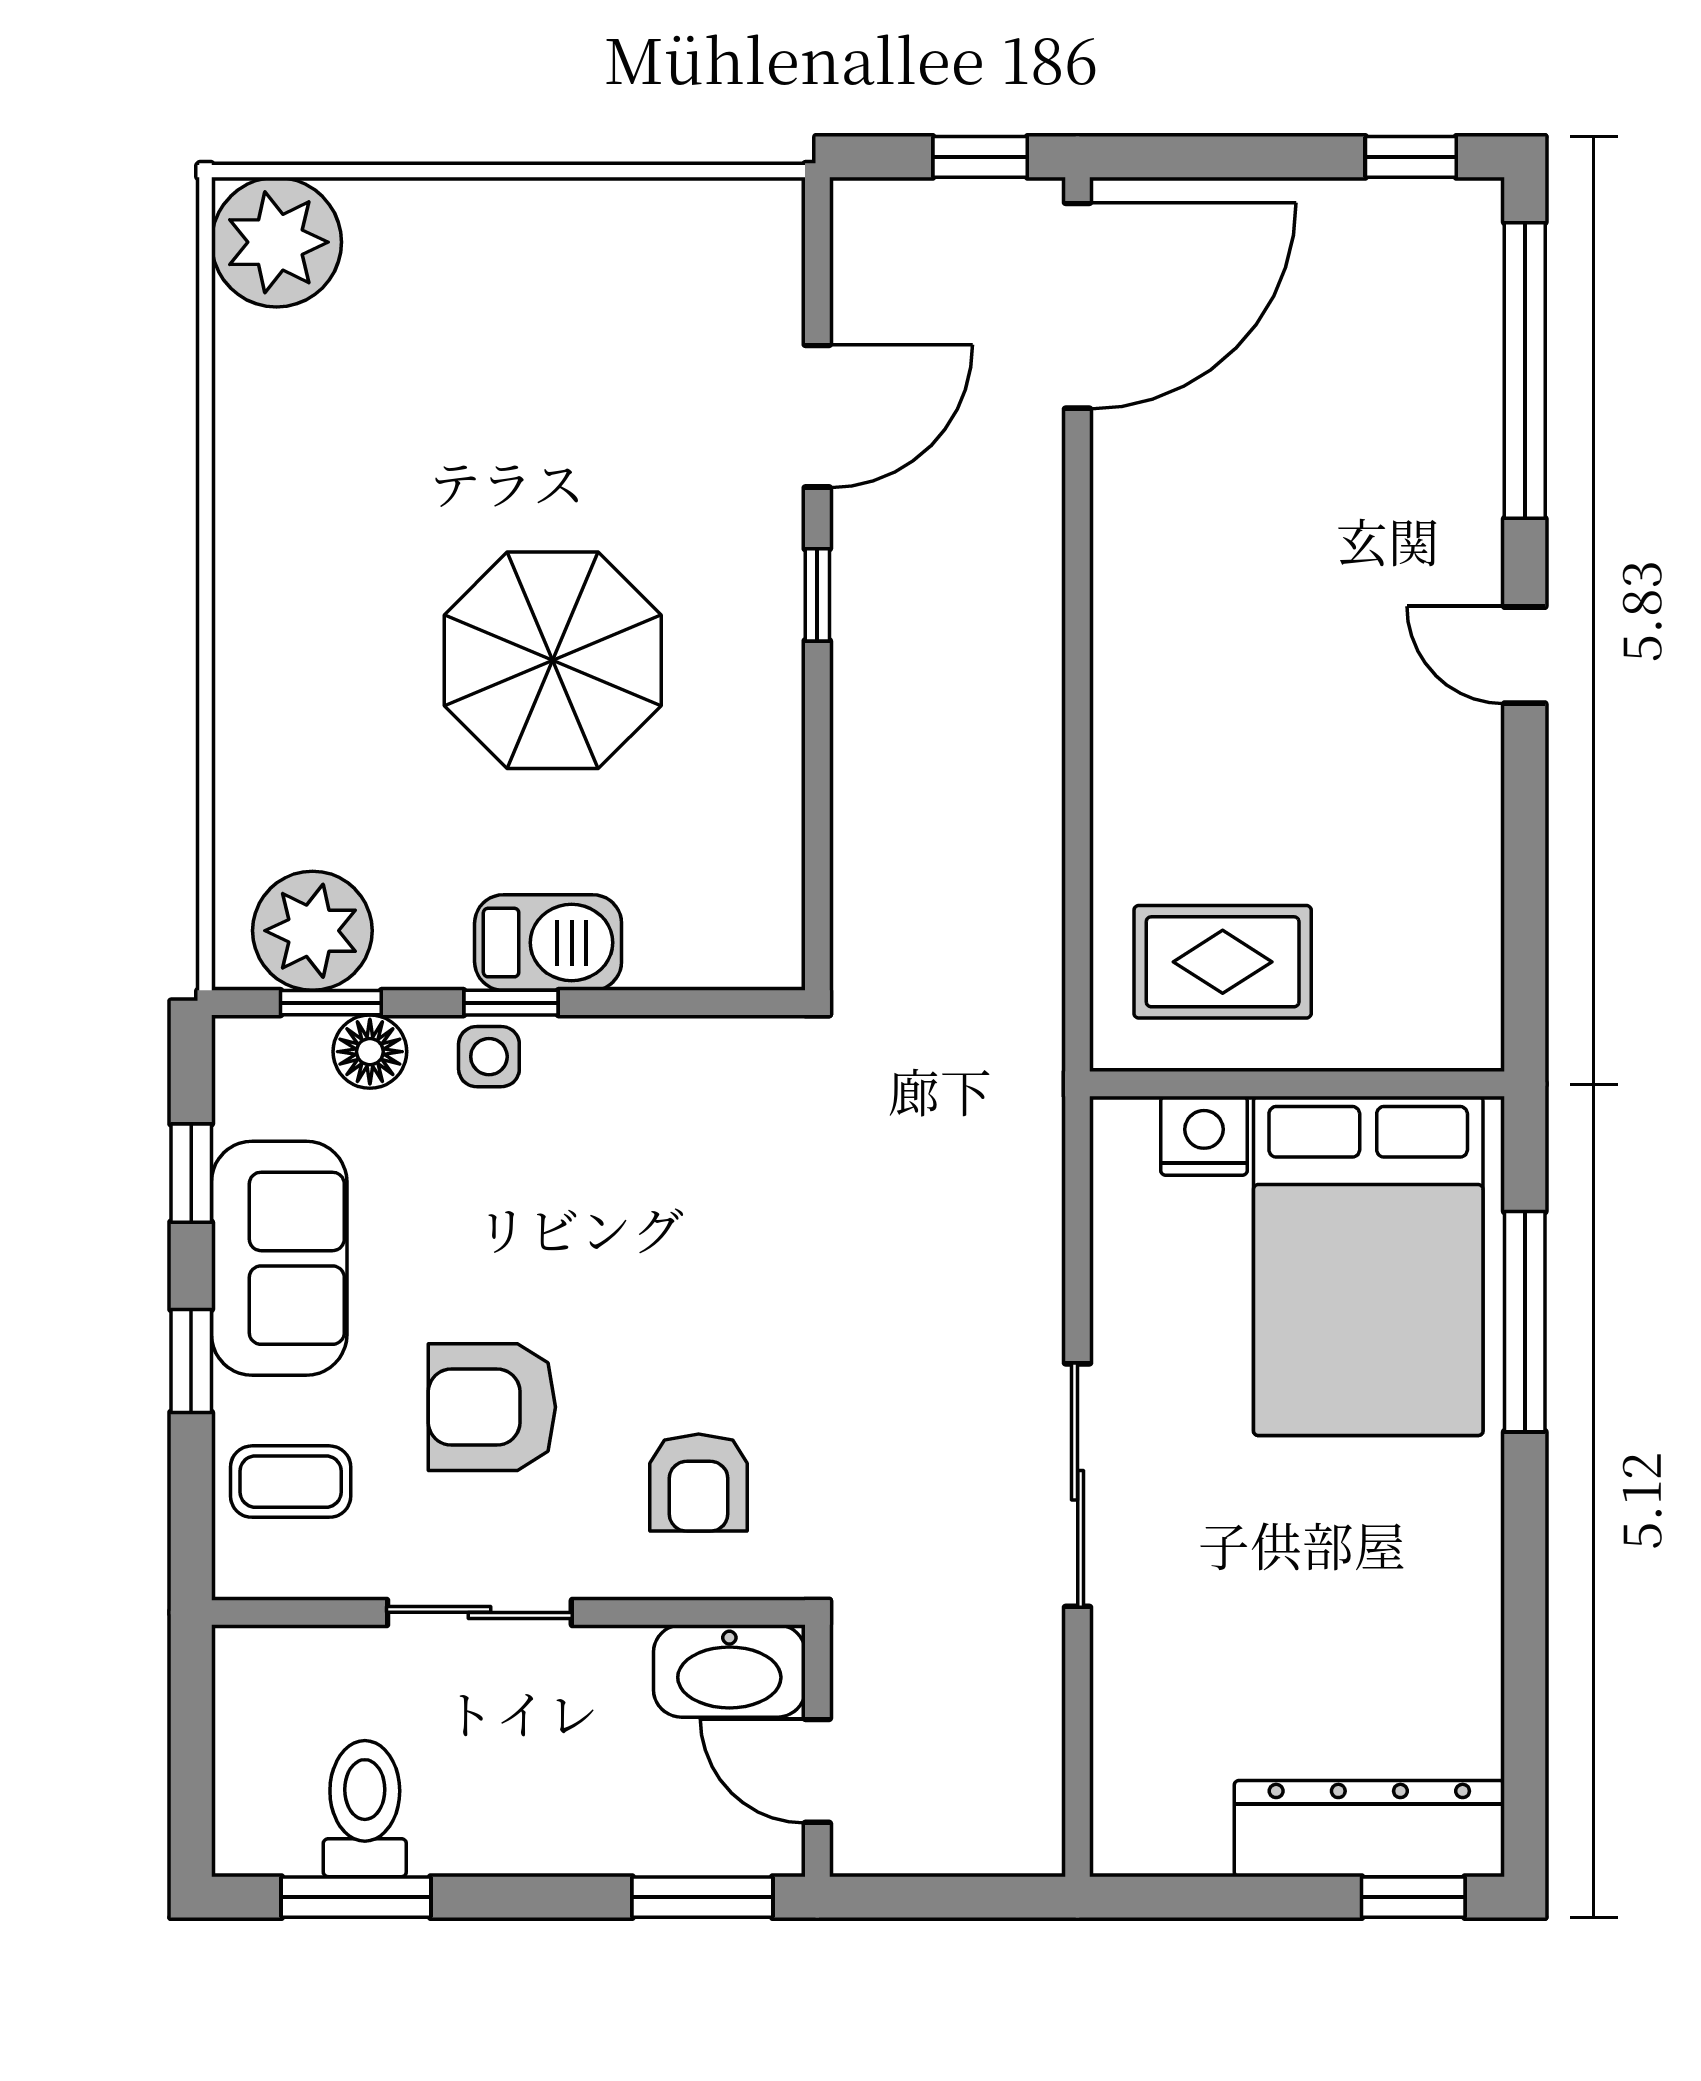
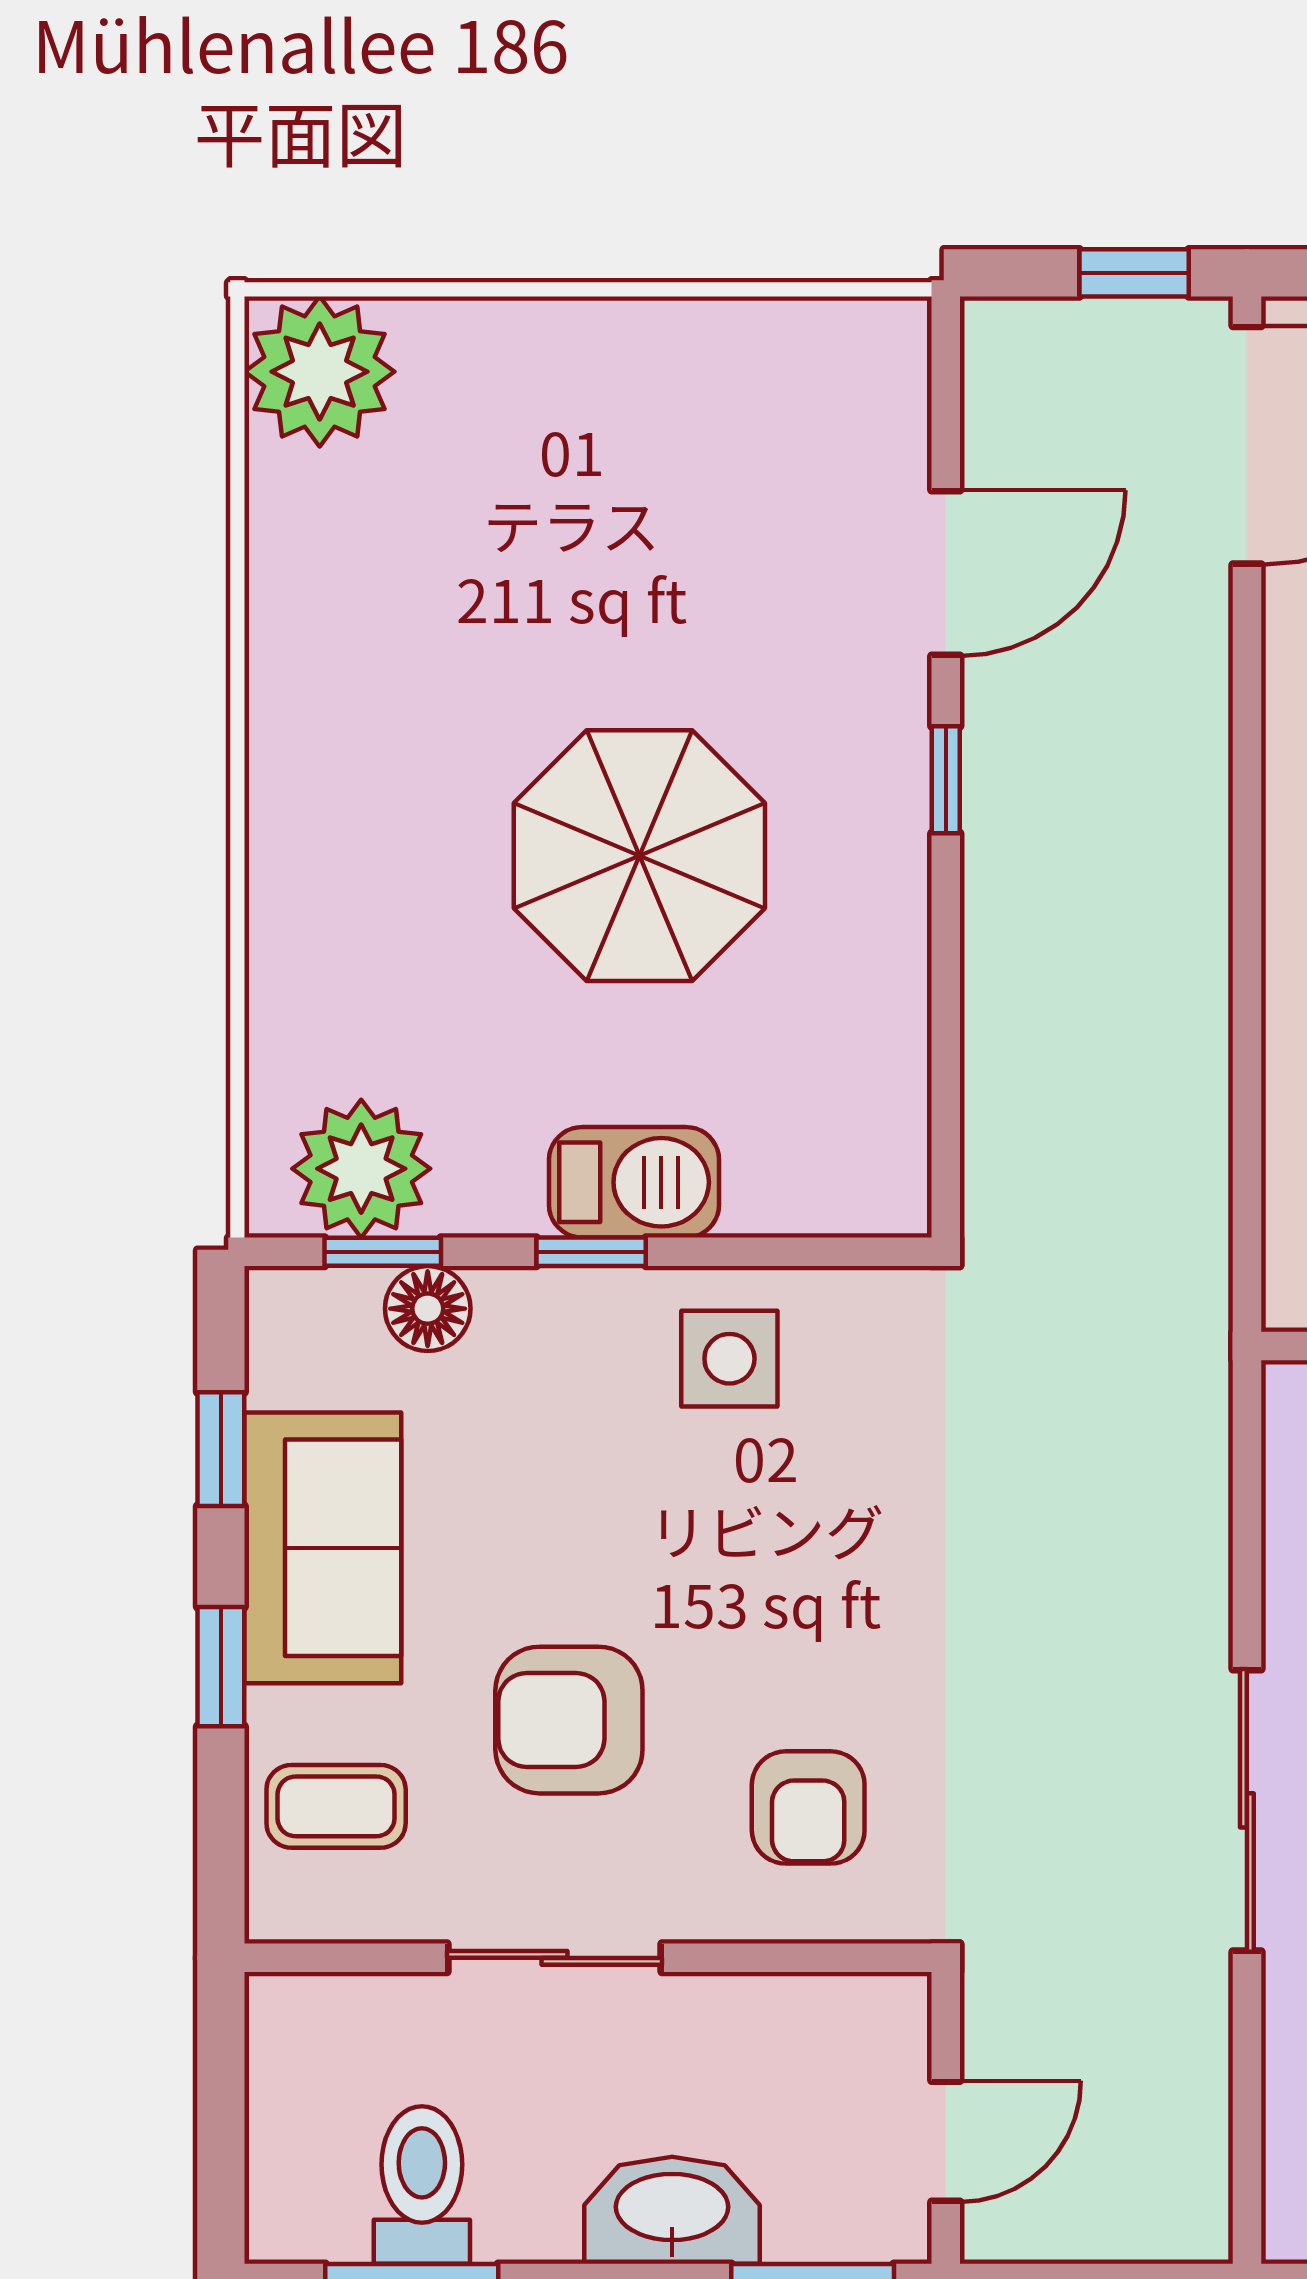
side table: (489, 1057) -> (729, 1359), moved, width x1.37, depth x1.37
washbasin: (729, 1671) -> (672, 2210), moved, turned 180
door: (817, 1771) -> (946, 2141), swing flipped

